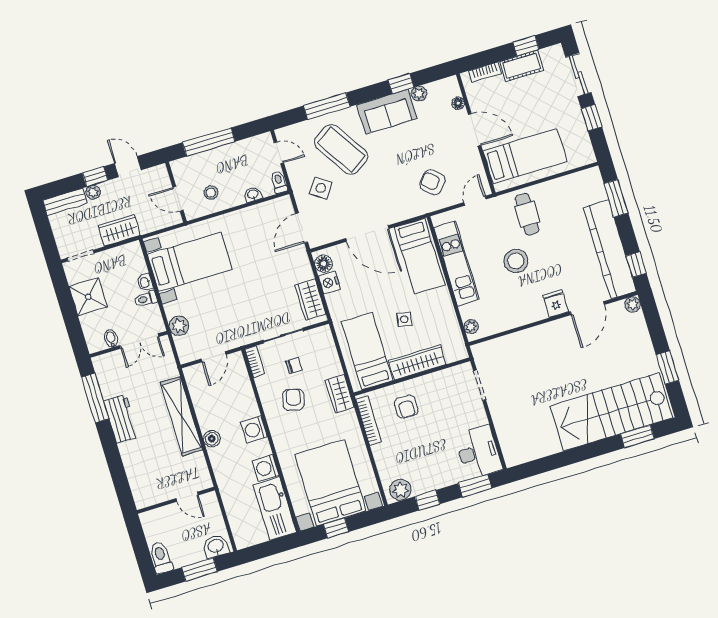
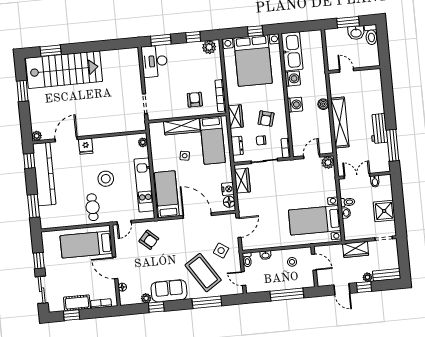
plant: (179, 326) -> (328, 162), moved
dresser: (329, 350) -> (237, 146), added
washbasin: (216, 546) -> (356, 33), moved

